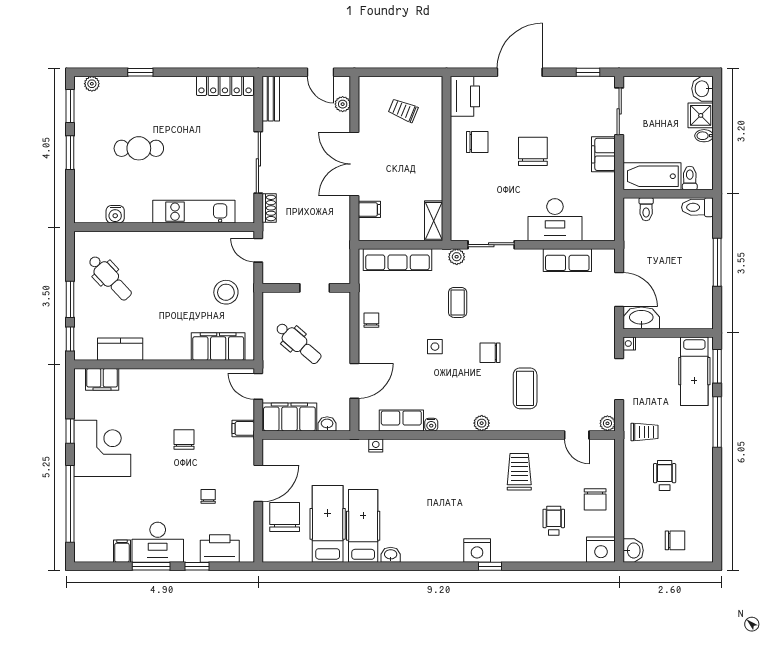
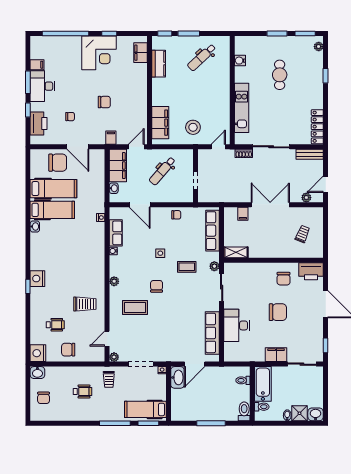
row of seats: (567, 260) -> (212, 333), width x1.48

